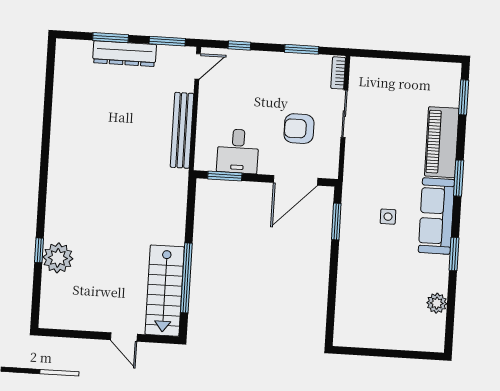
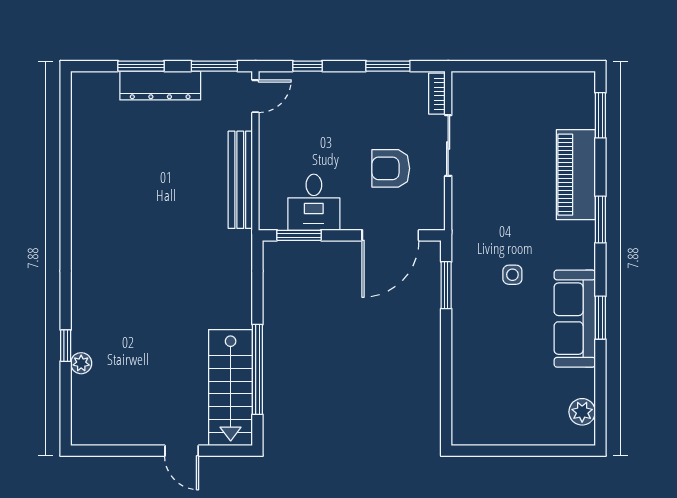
sofa: (436, 216) -> (575, 319), moved
plant: (58, 258) -> (81, 363), width x0.53, depth x0.53
plant: (437, 303) -> (582, 412), moved

